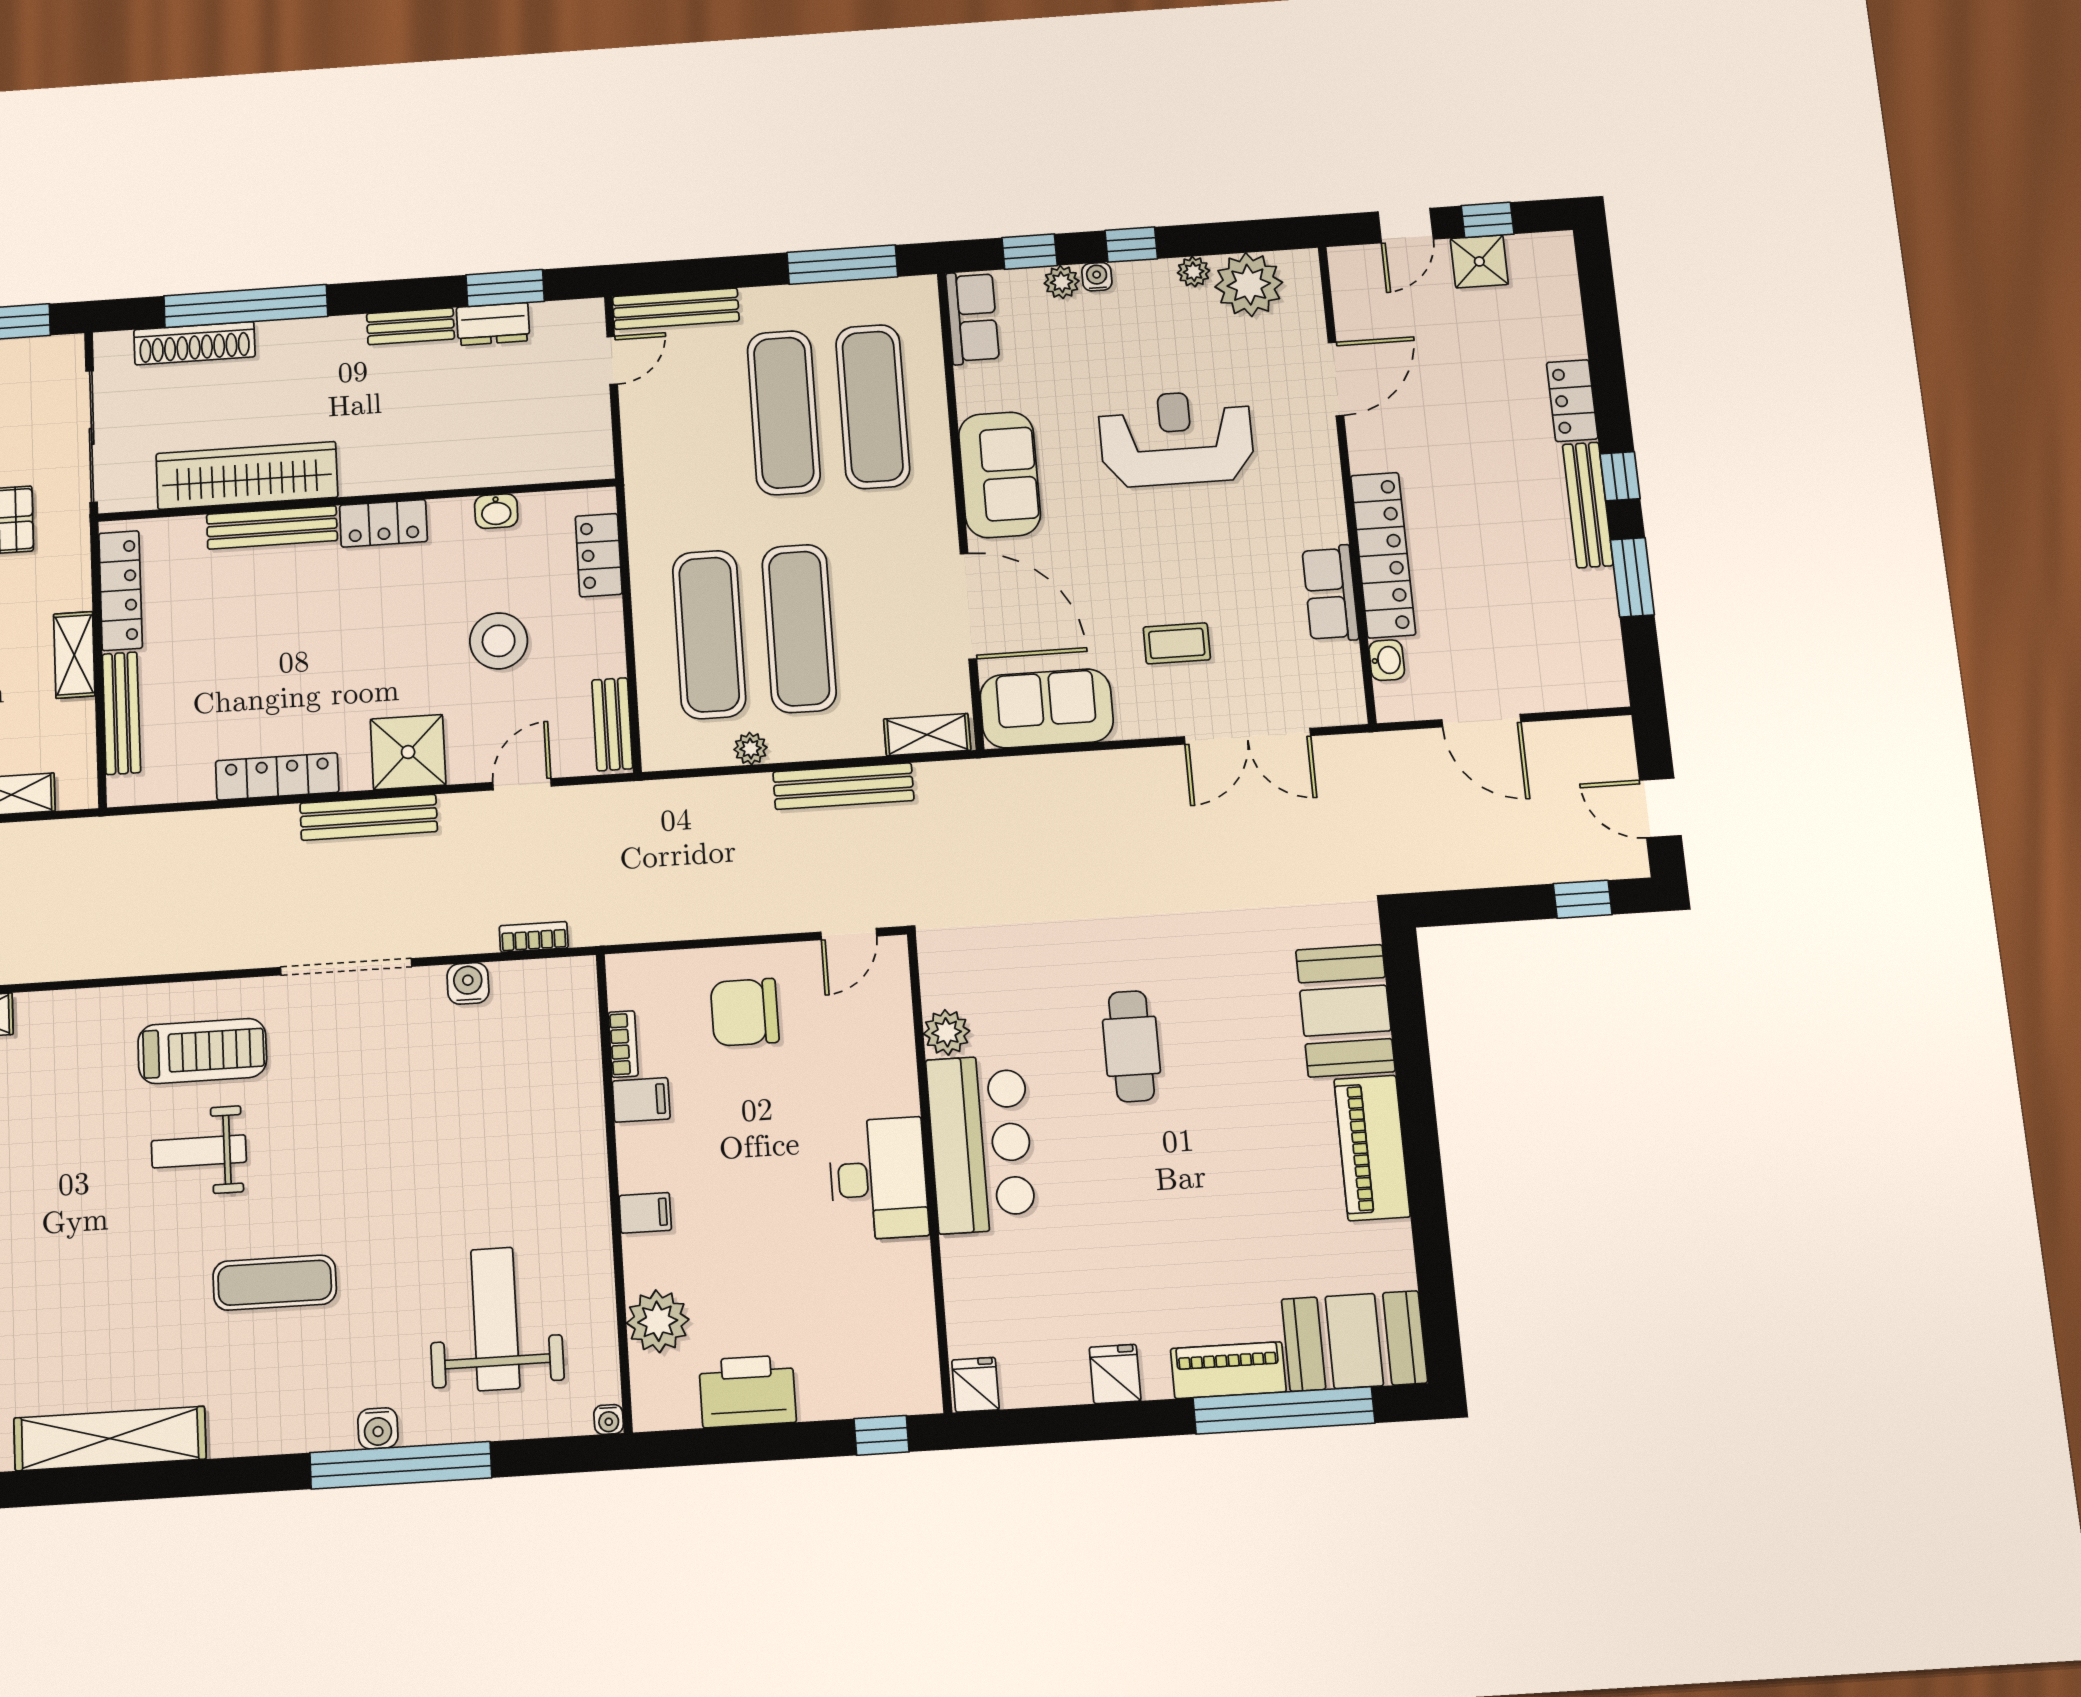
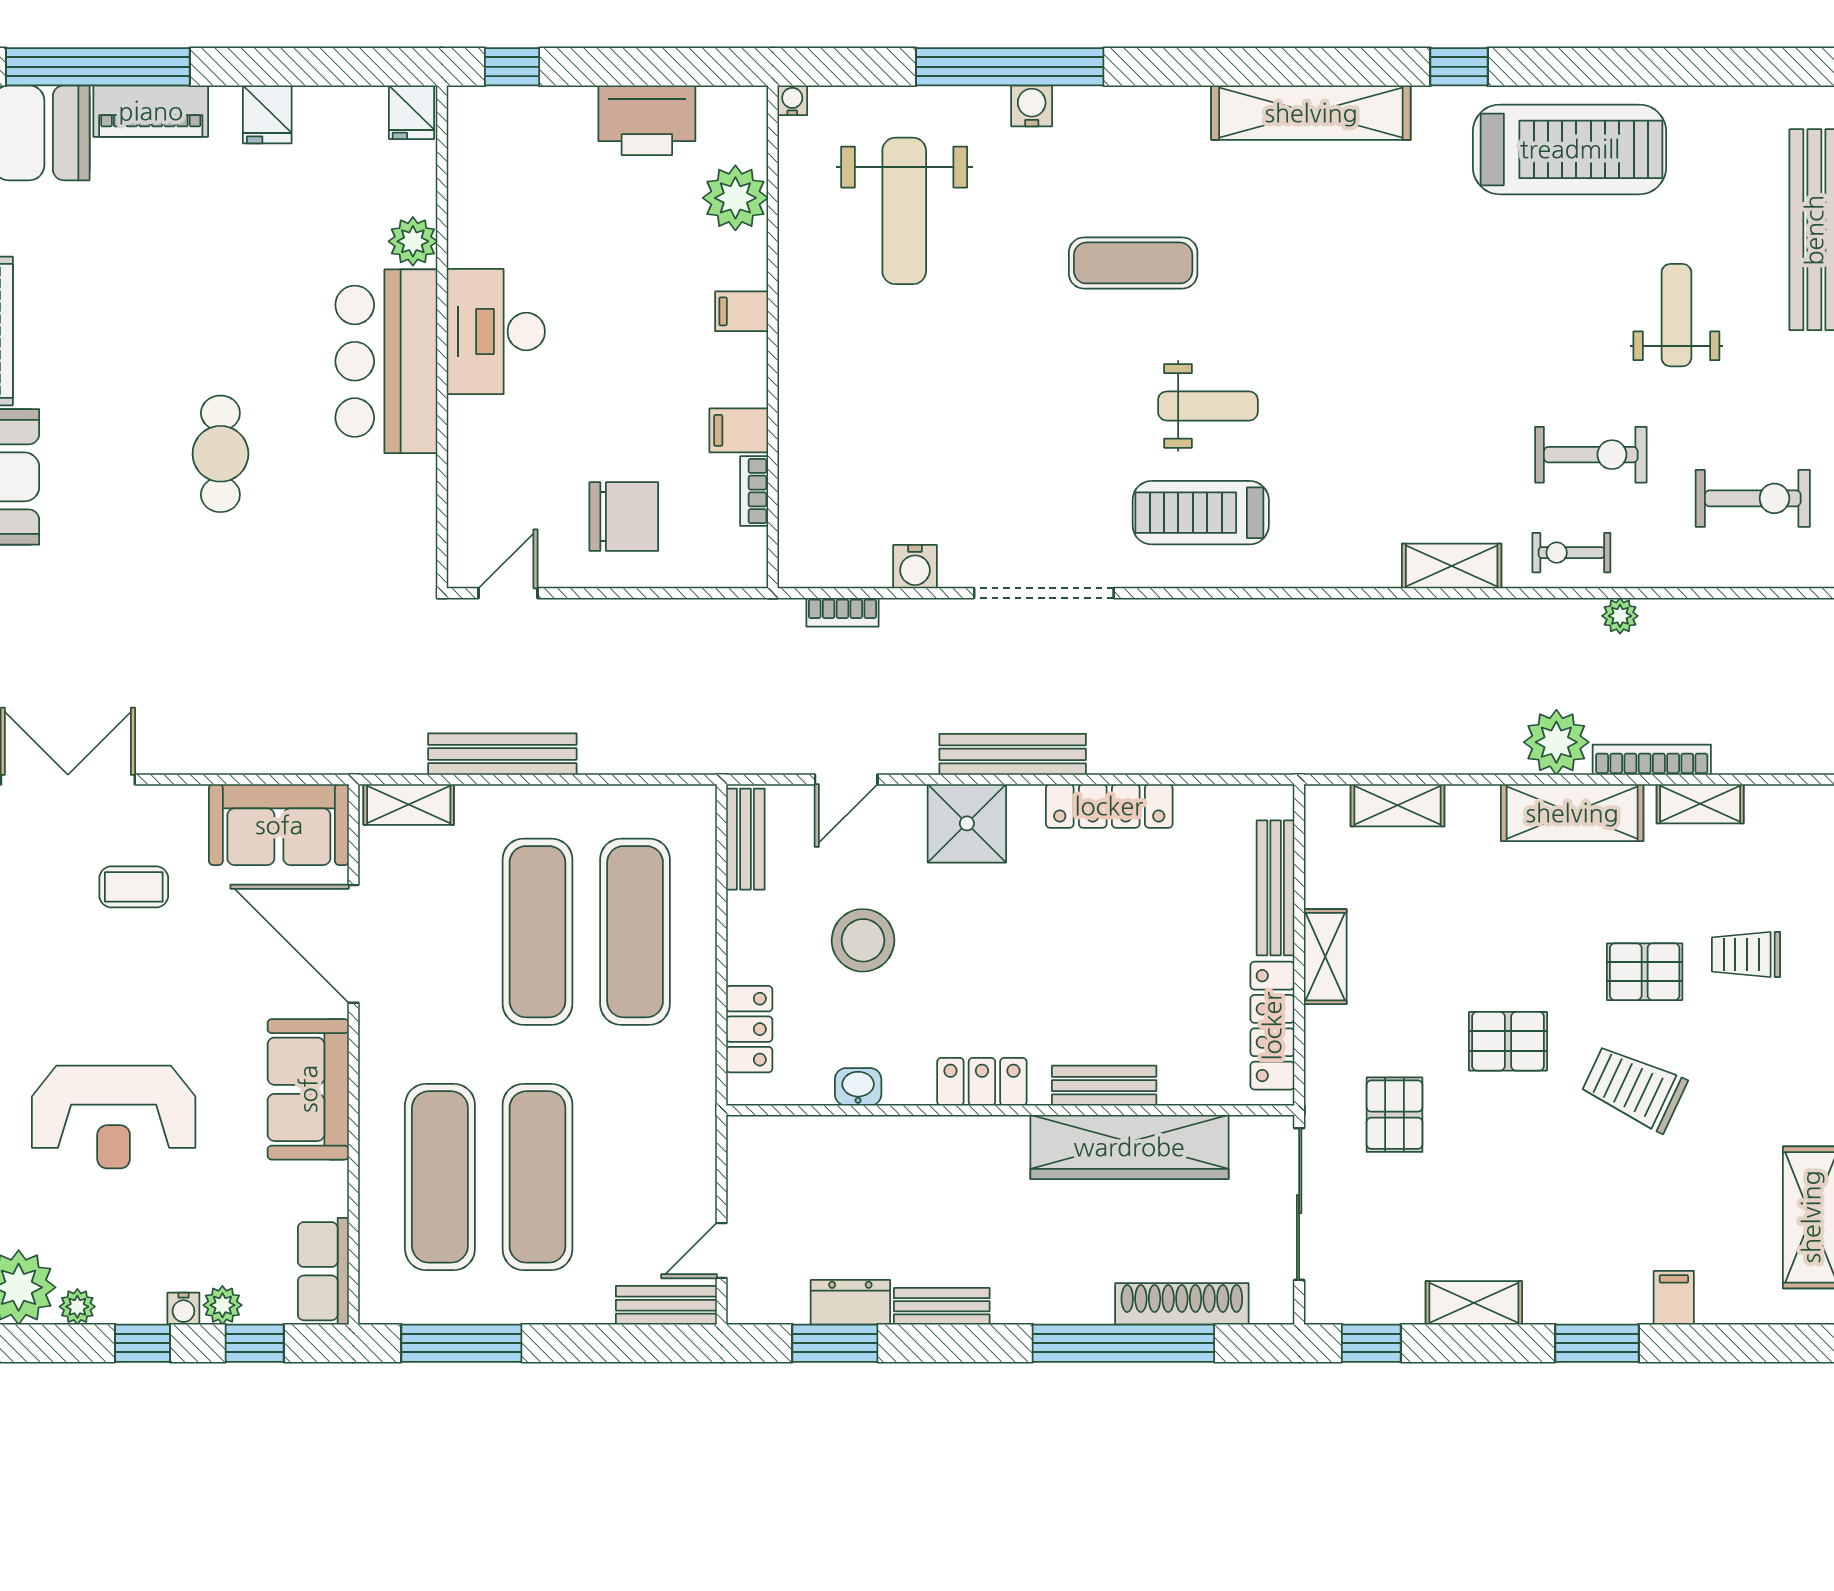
bench: (676, 309) -> (666, 1305), width x0.73
bench: (272, 527) -> (1104, 1086), width x0.73
plant: (751, 749) -> (599, 802), removed
plant: (947, 1032) -> (413, 241), moved

